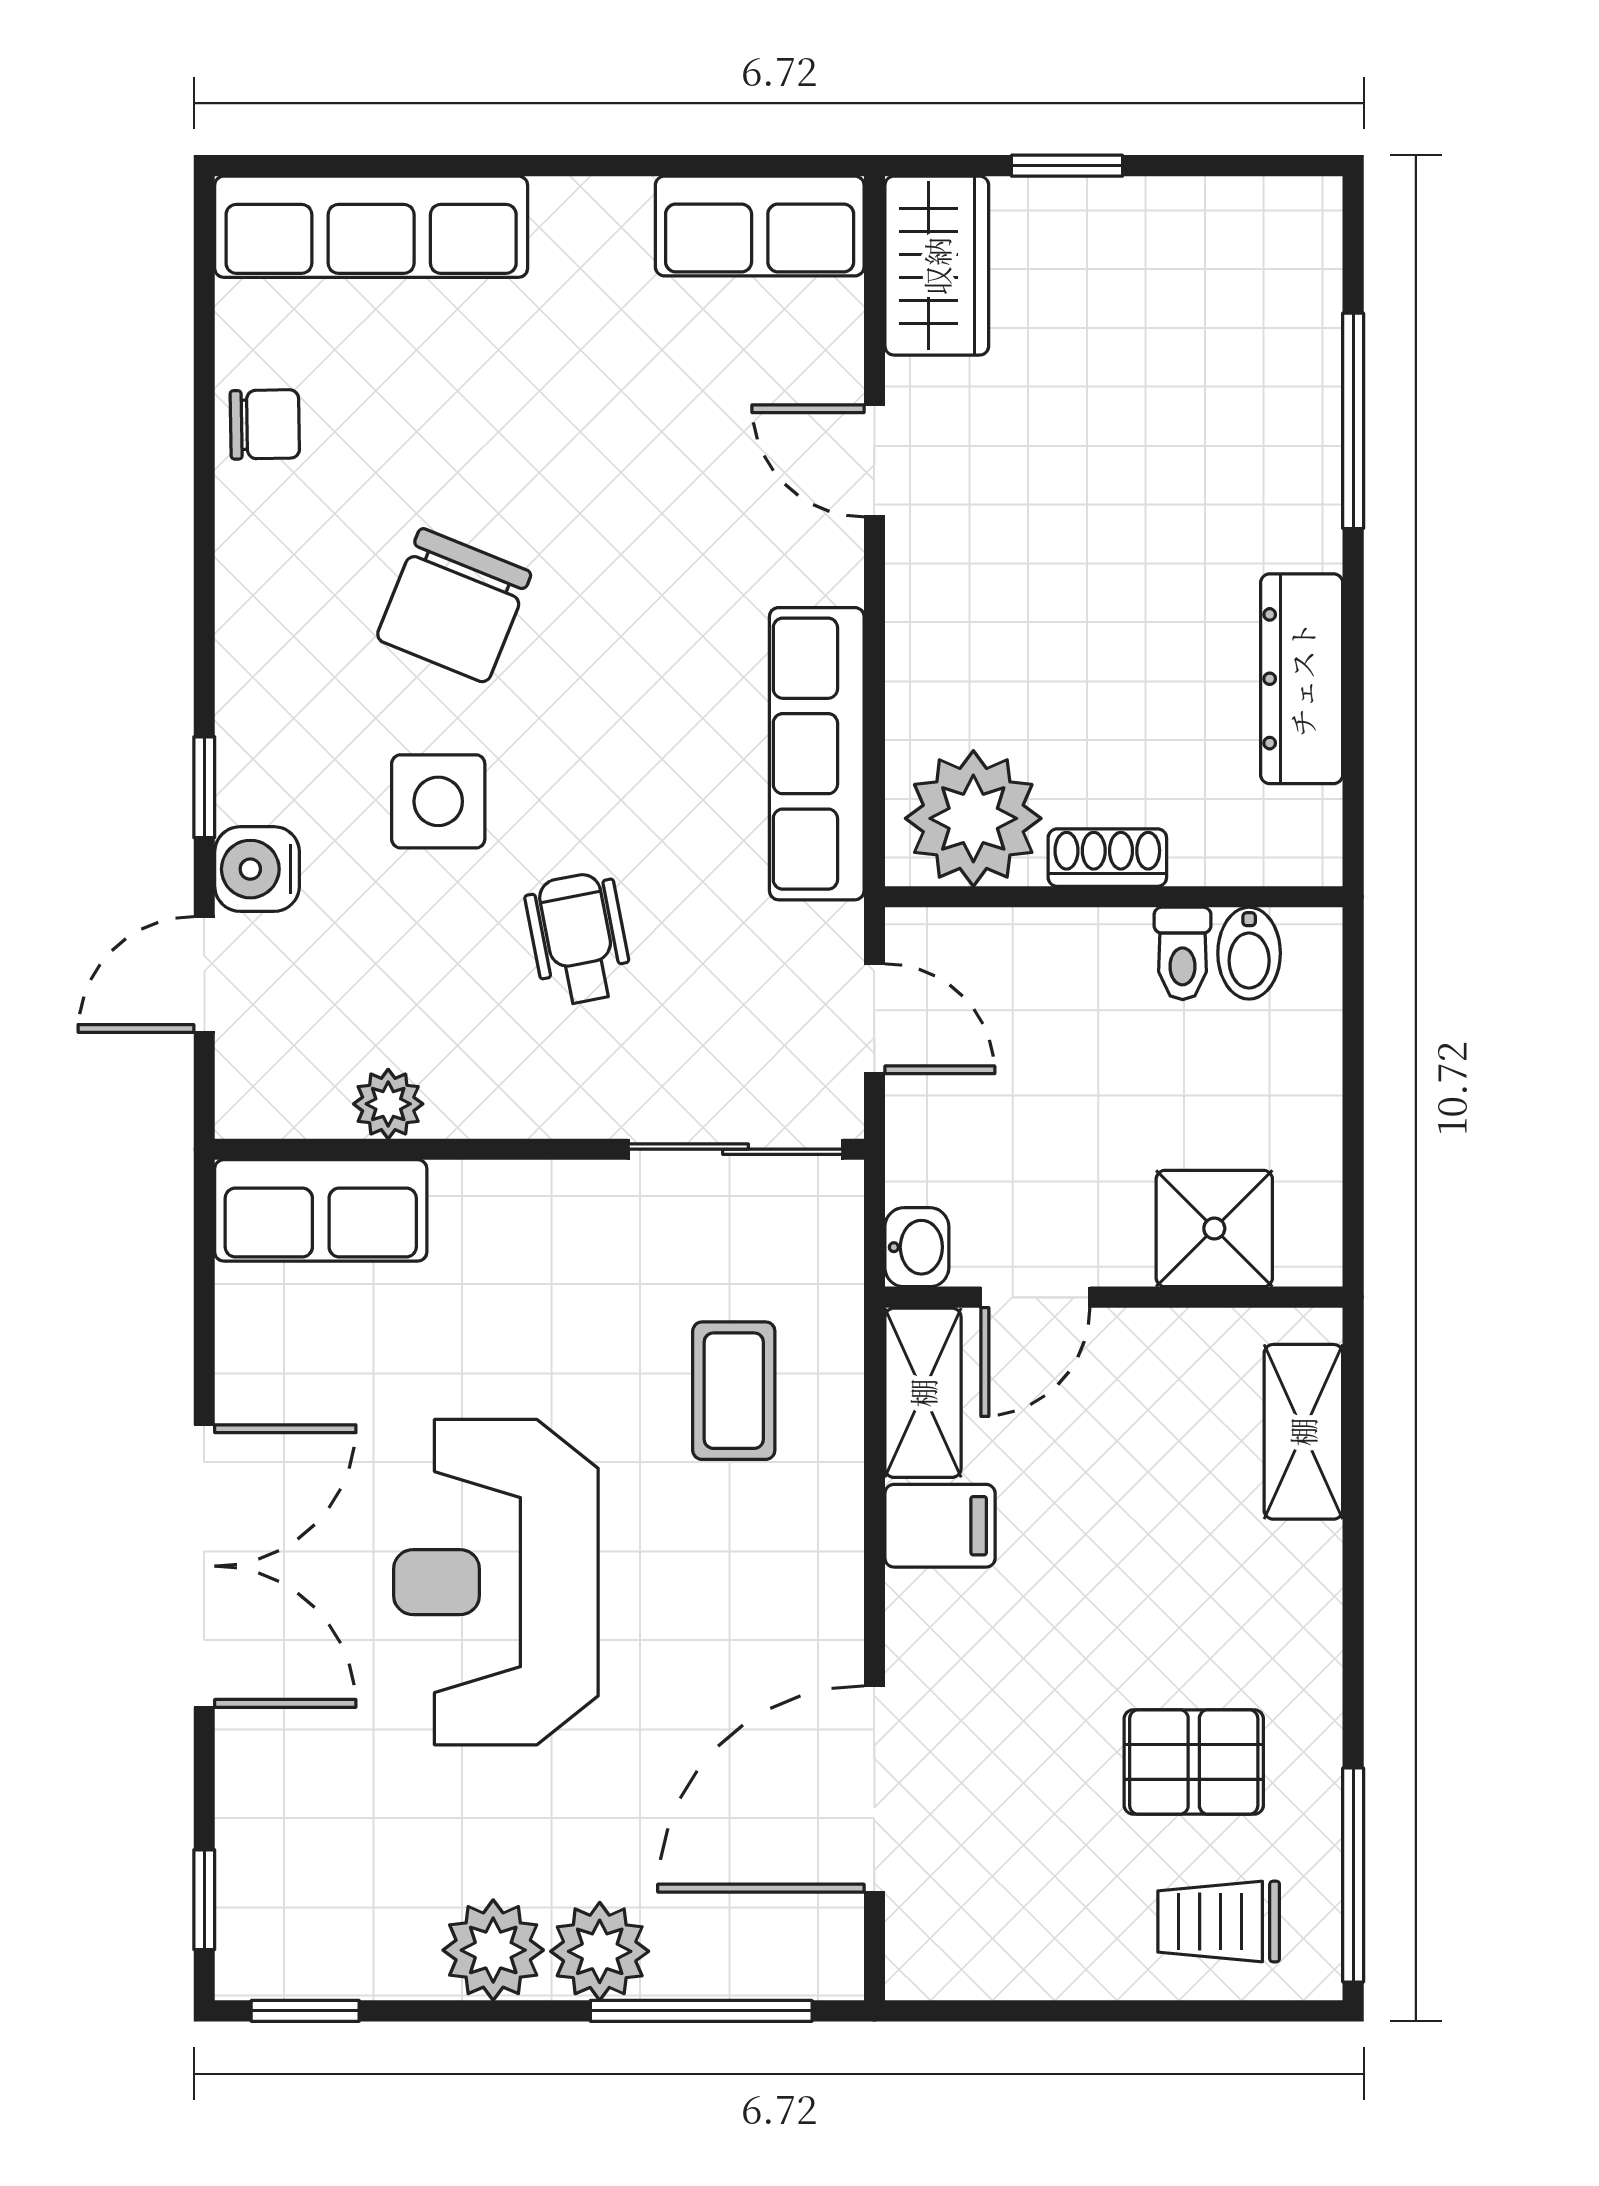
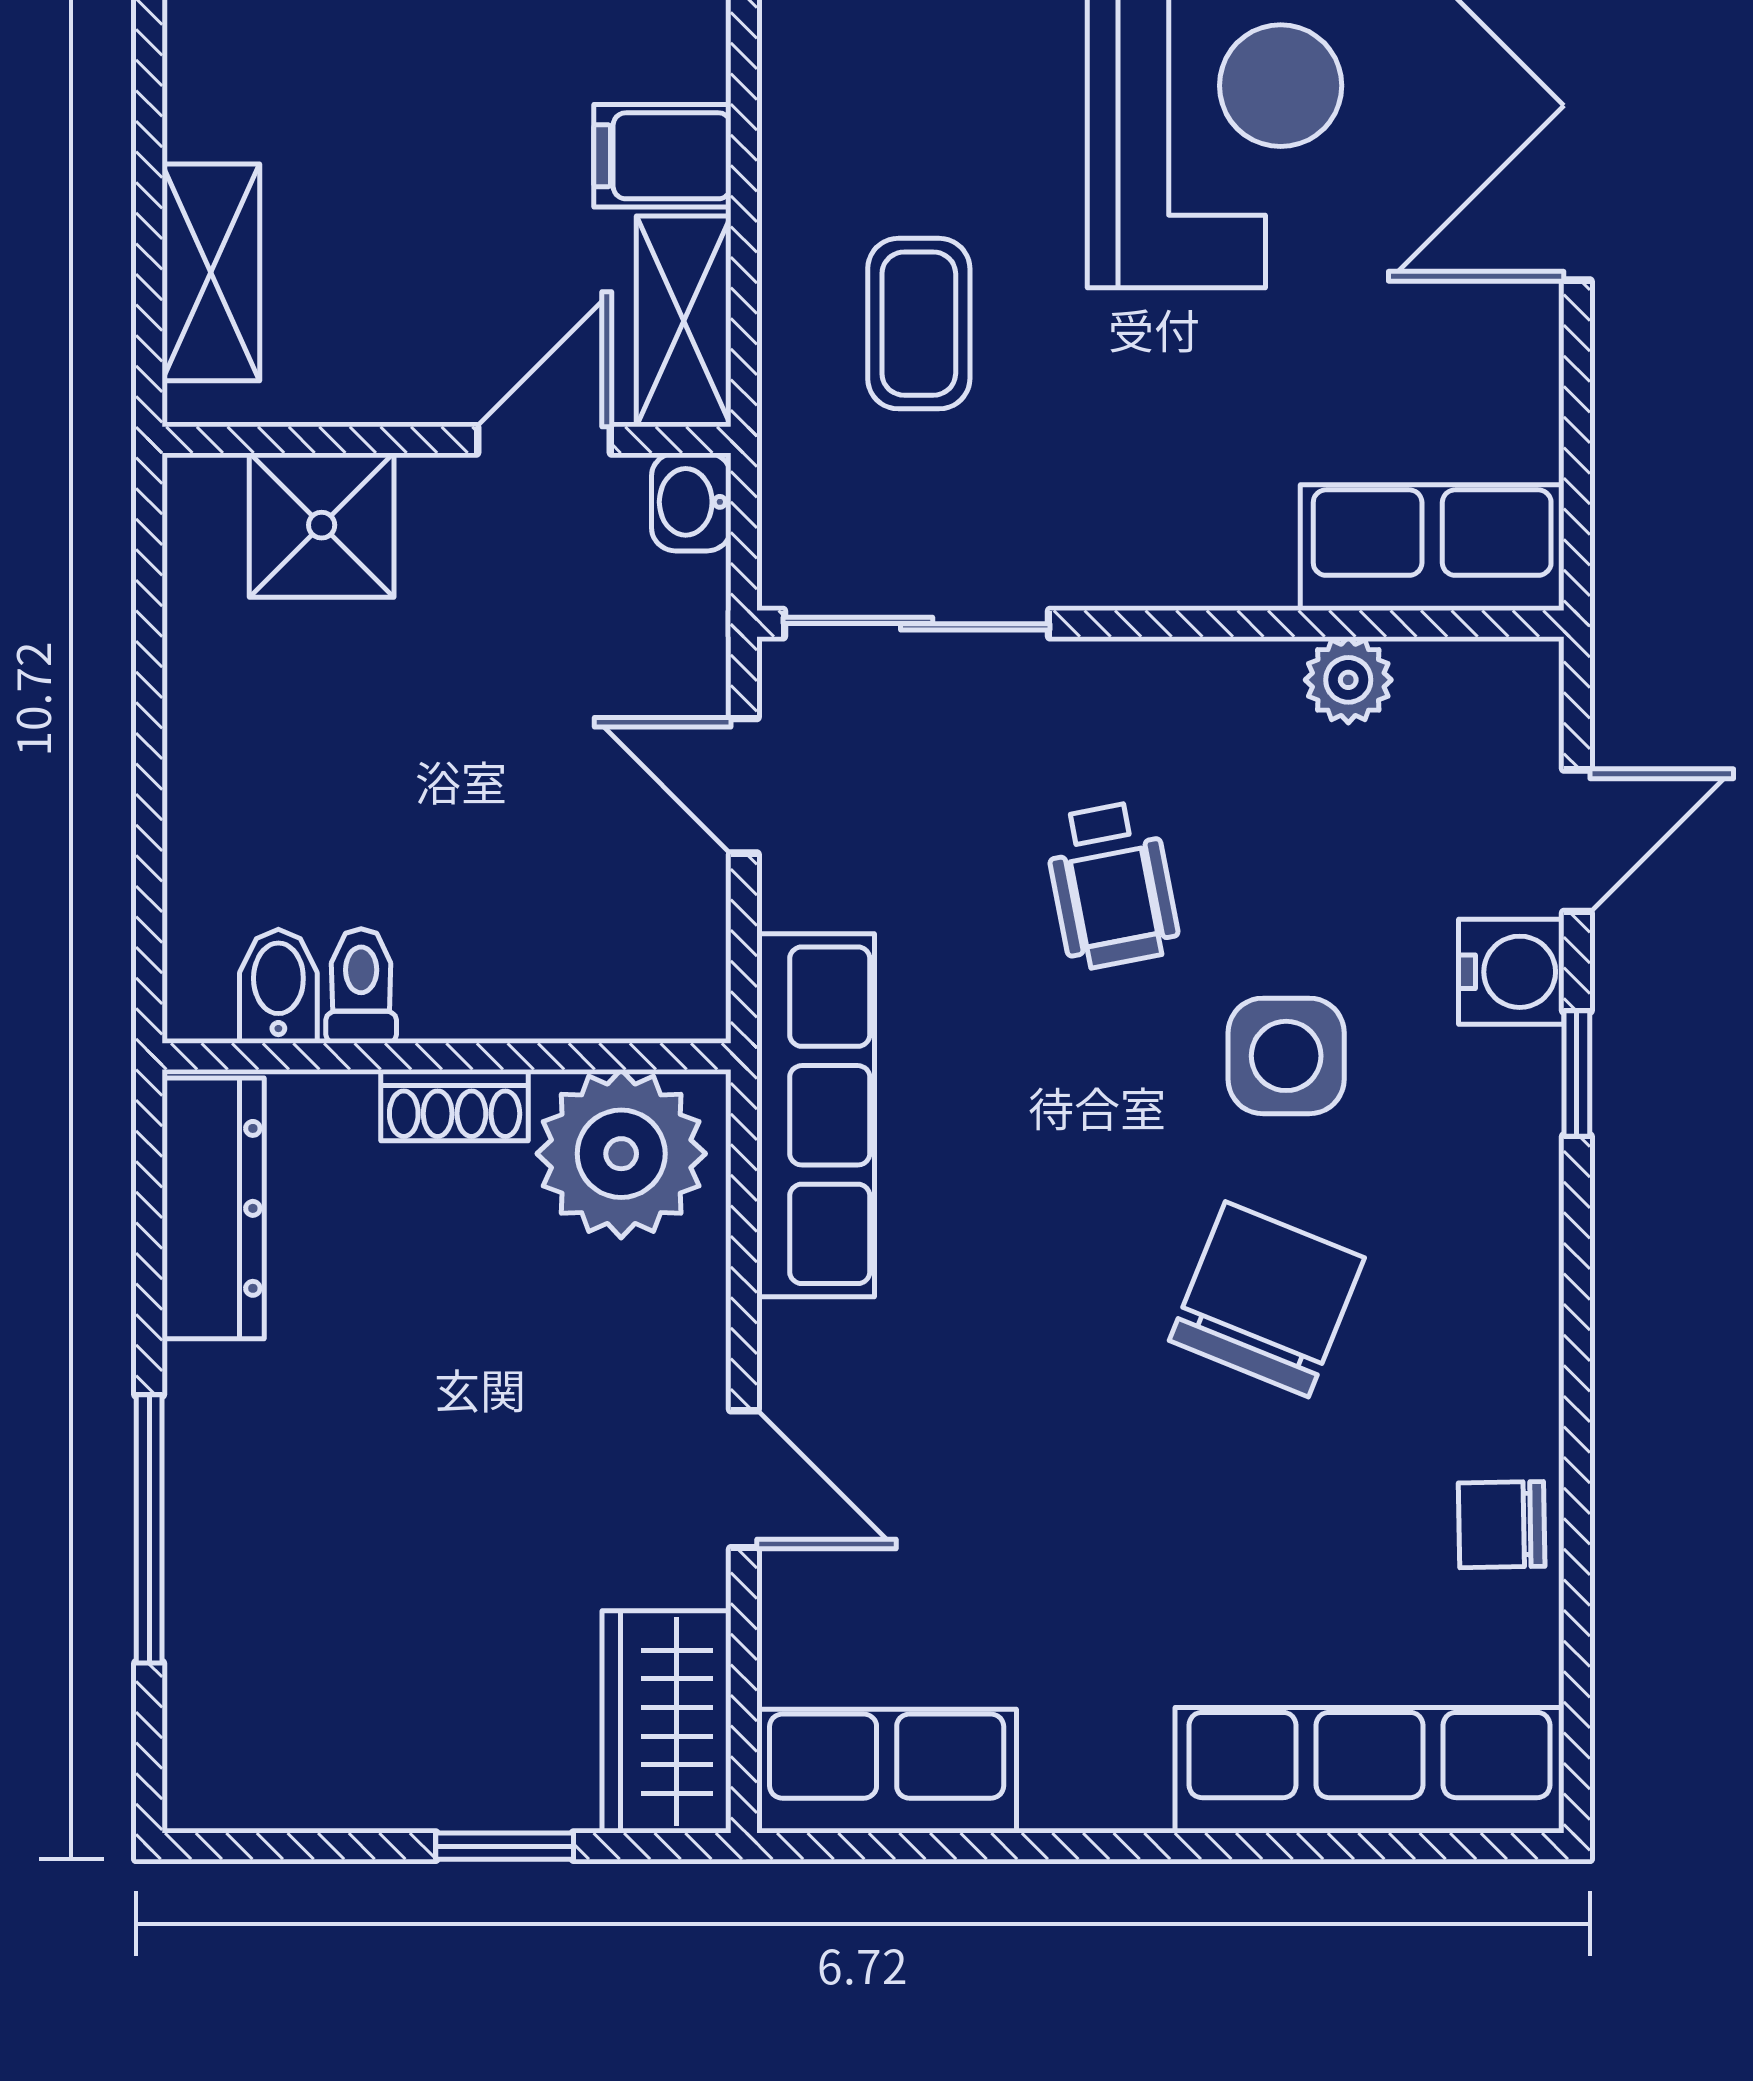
plant: (973, 818) -> (621, 1154), moved
shoe rack: (1107, 858) -> (455, 1105), moved
wall: (1114, 897) -> (446, 1056), moved
toilet: (1183, 953) -> (361, 986), moved
bidet: (1249, 953) -> (278, 986), moved

